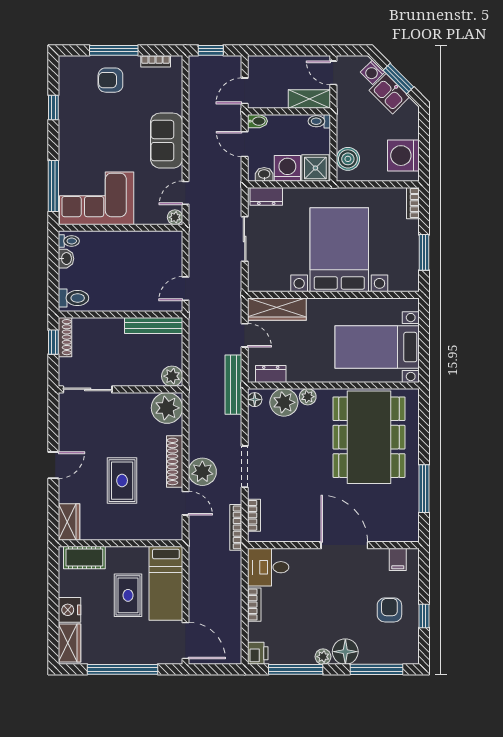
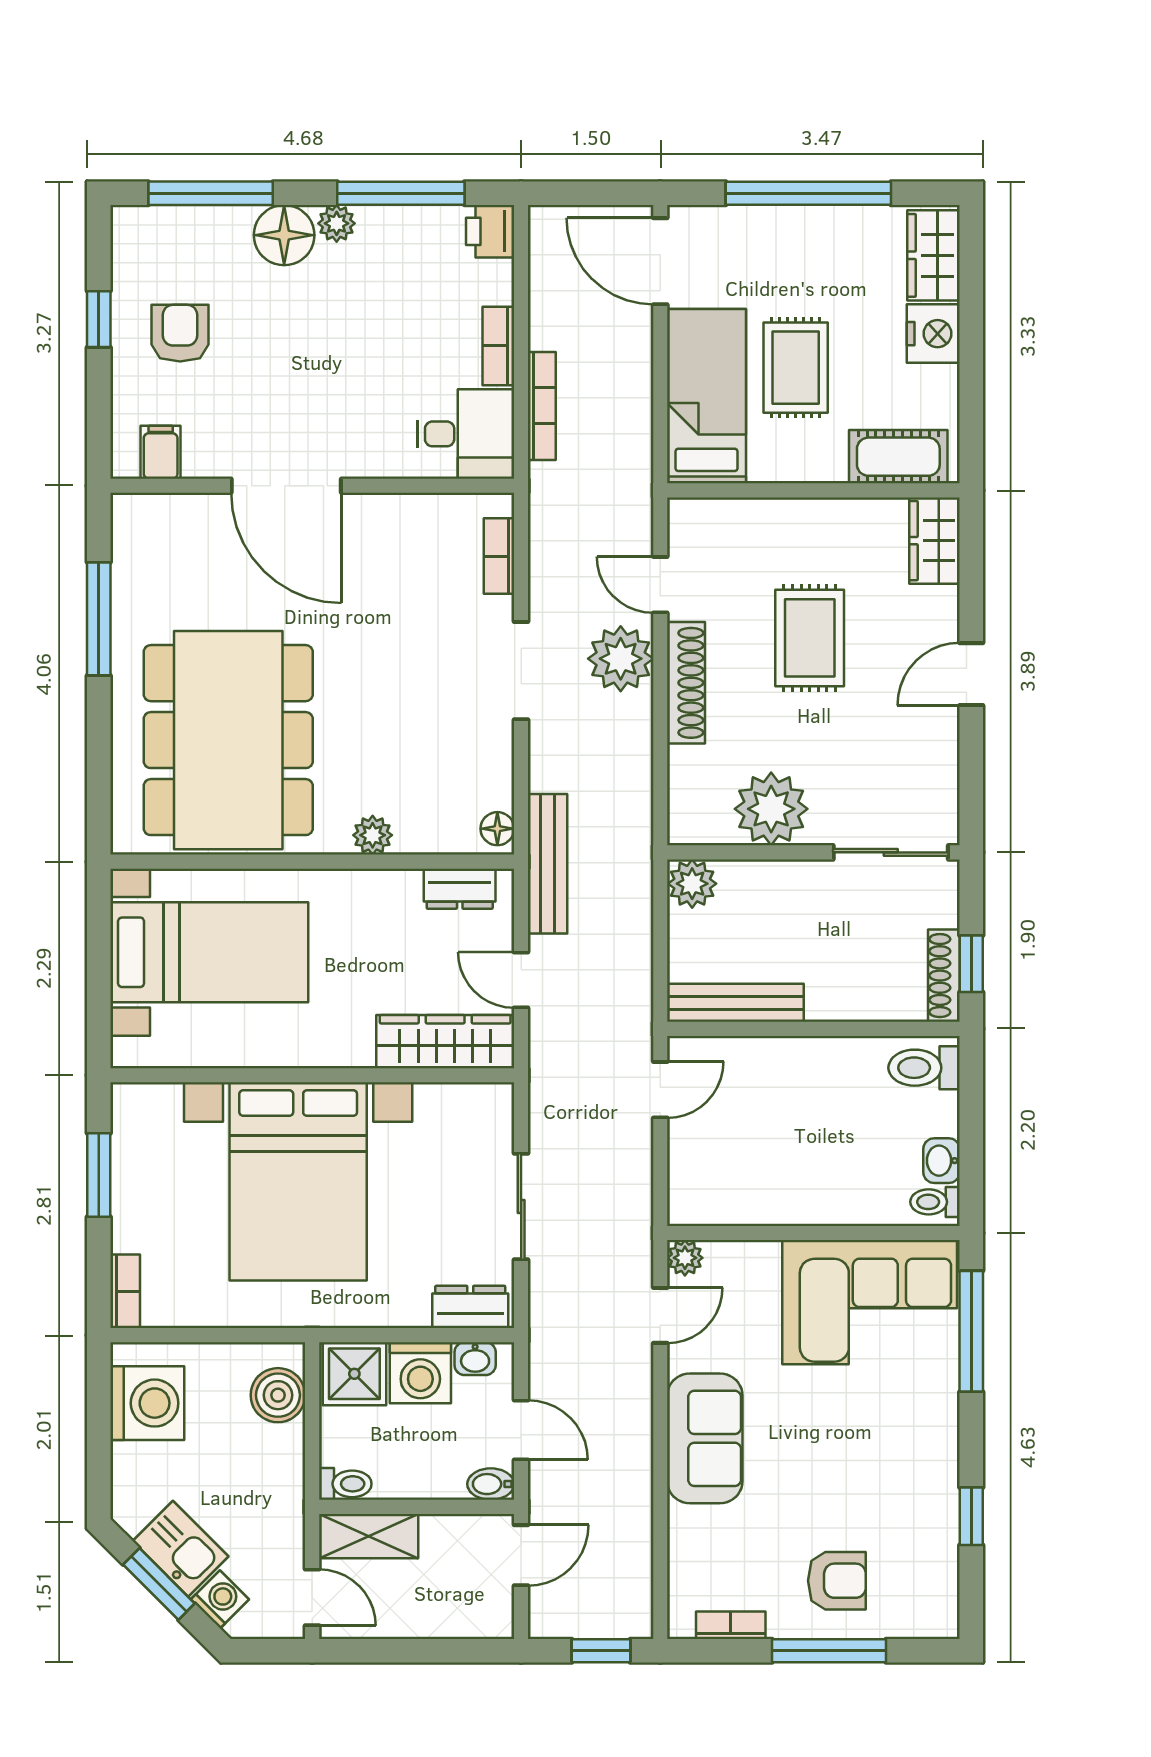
plant: (284, 402) -> (429, 822), removed
plant: (167, 408) -> (771, 809), moved
bookcase: (236, 527) -> (542, 406), moved
armchair: (389, 610) -> (180, 333), turned 180

